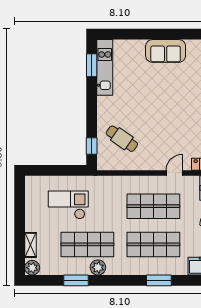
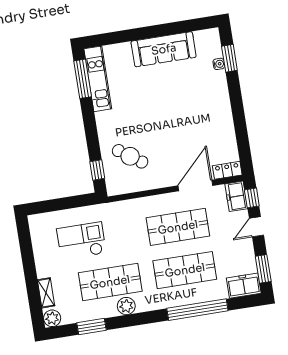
sofa: (166, 51) -> (164, 49), width x1.36
window: (92, 65) -> (83, 79), width x1.44
door: (174, 173) -> (195, 186), width x1.88
window: (76, 280) -> (91, 327), moved
window: (159, 280) -> (197, 310), width x2.11

